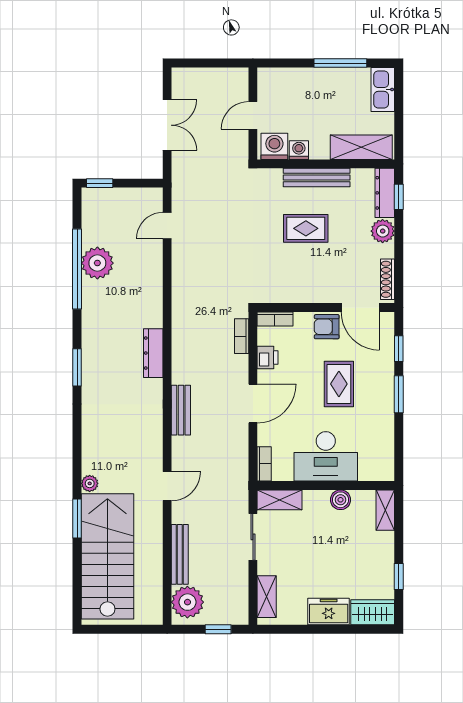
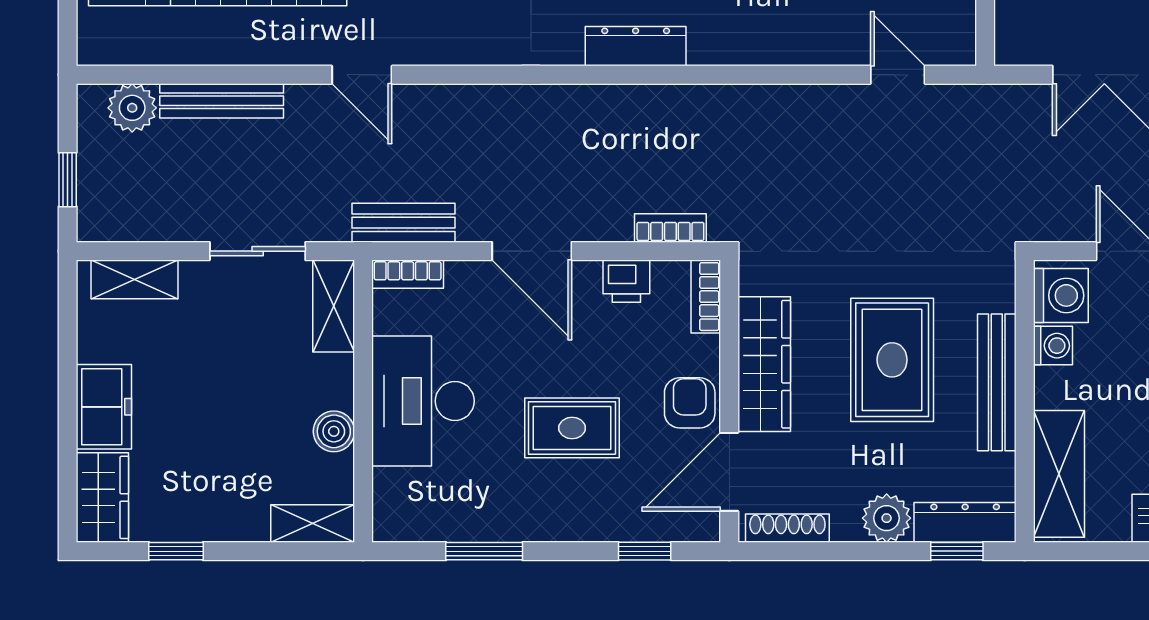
rug: (306, 228) -> (892, 360), width x1.36, depth x1.43
wardrobe: (308, 291) -> (764, 364), added
window: (399, 394) -> (484, 551), moved
bench: (181, 410) -> (404, 223), moved
plant: (187, 602) -> (132, 108), width x0.73, depth x0.73

